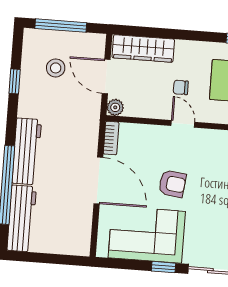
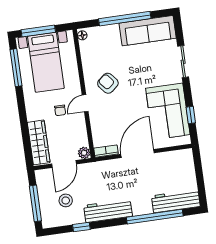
workbench: (27, 151) -> (108, 211), moved
armchair: (172, 184) -> (108, 83), moved, turned -47
window: (164, 267) -> (191, 115), moved

